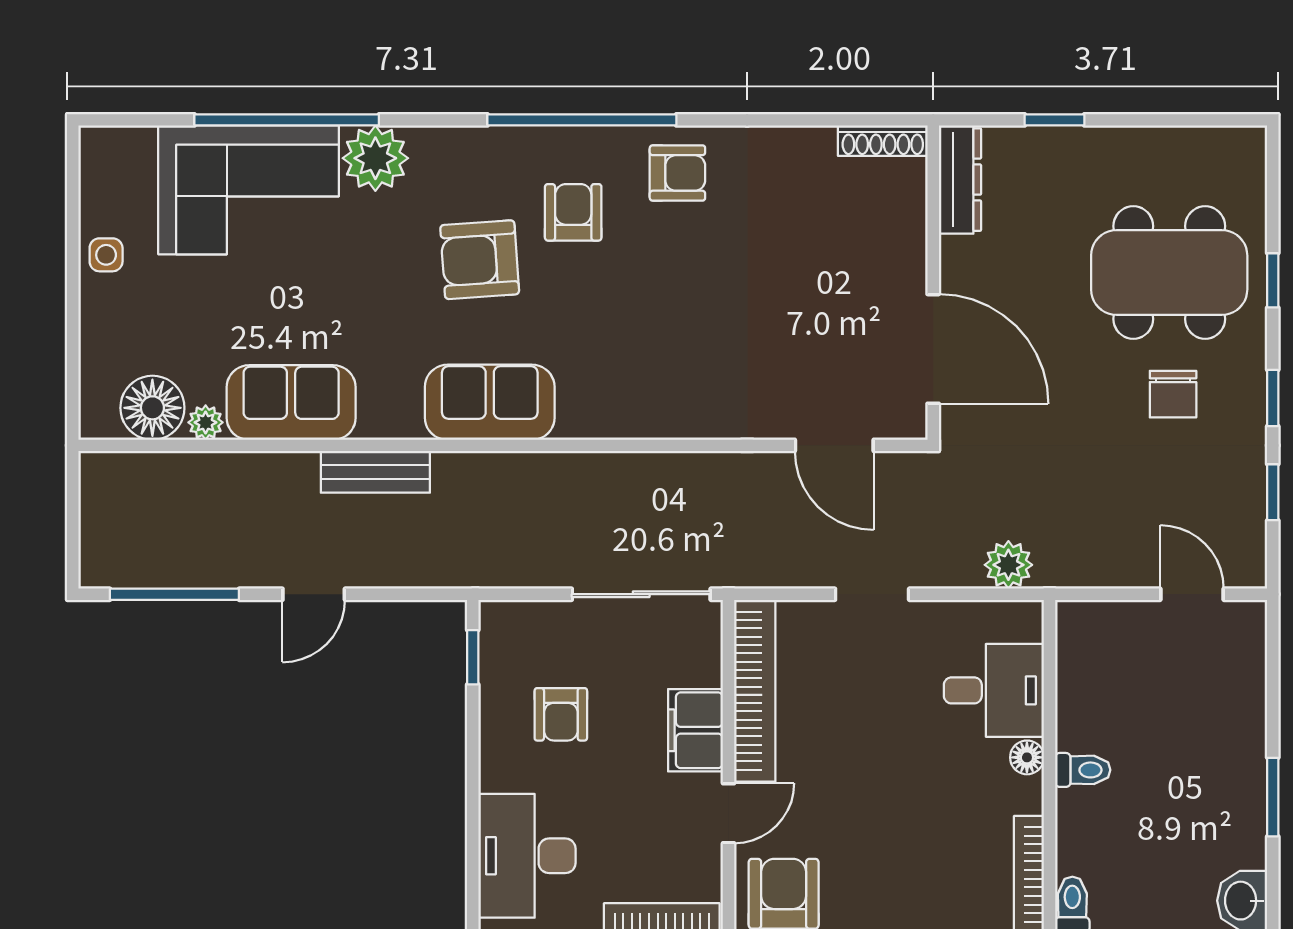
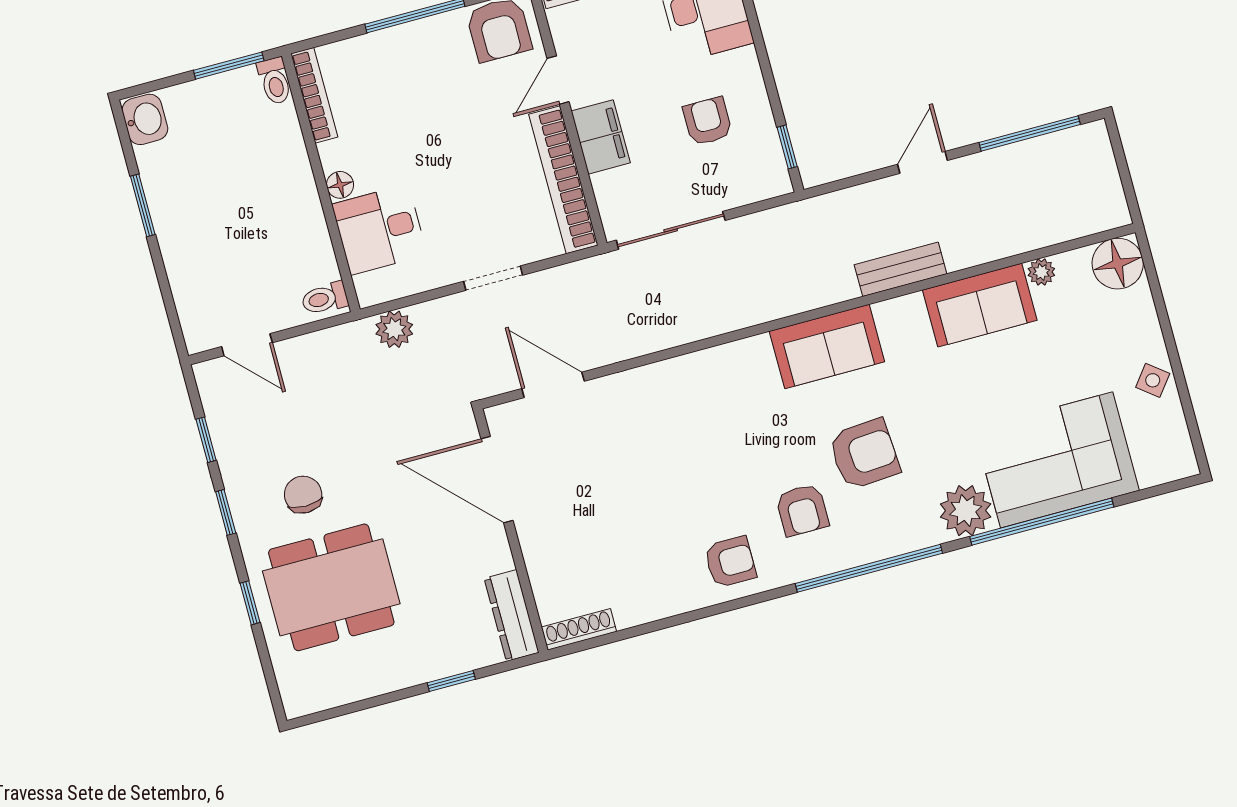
window: (582, 120) -> (869, 568), moved
armchair: (677, 173) -> (730, 562), turned 180
side table: (106, 255) -> (1153, 380), turned 38
floor lamp: (152, 408) -> (1118, 264), moved
toilet: (1083, 770) -> (325, 298), moved

